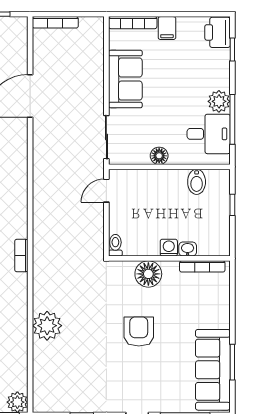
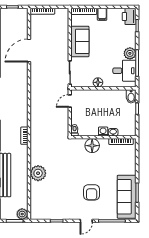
bidet: (197, 182) -> (131, 96), moved
armchair: (139, 331) -> (92, 192), moved, turned 180

